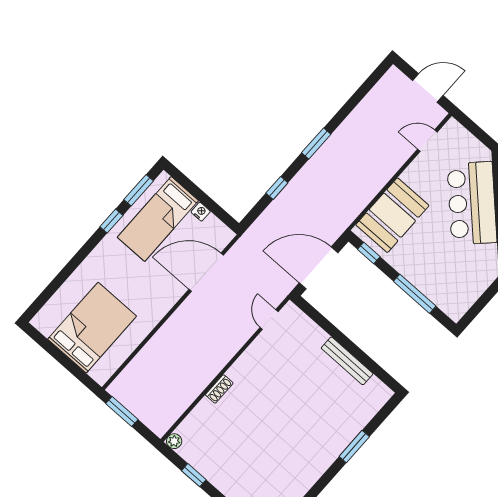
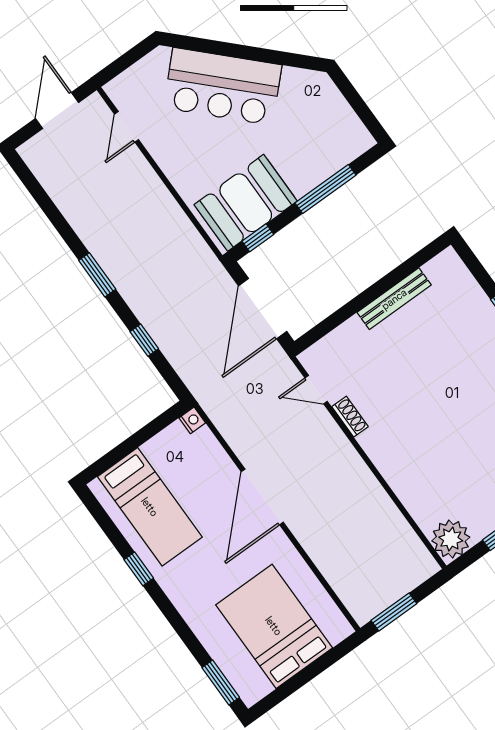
window: (139, 190) -> (221, 683), moved
nightstand: (201, 212) -> (192, 420), moved, turned 90
booth: (392, 215) -> (246, 203), moved, turned 90
door: (206, 272) -> (262, 497), moved
shoe rack: (219, 389) -> (350, 417), moved
plant: (174, 441) -> (451, 539), width x1.87, depth x1.87

